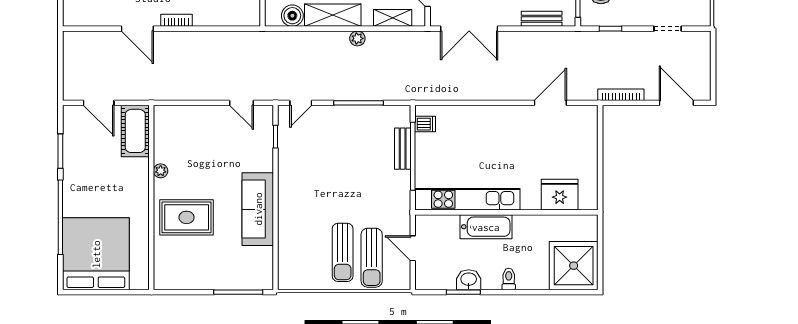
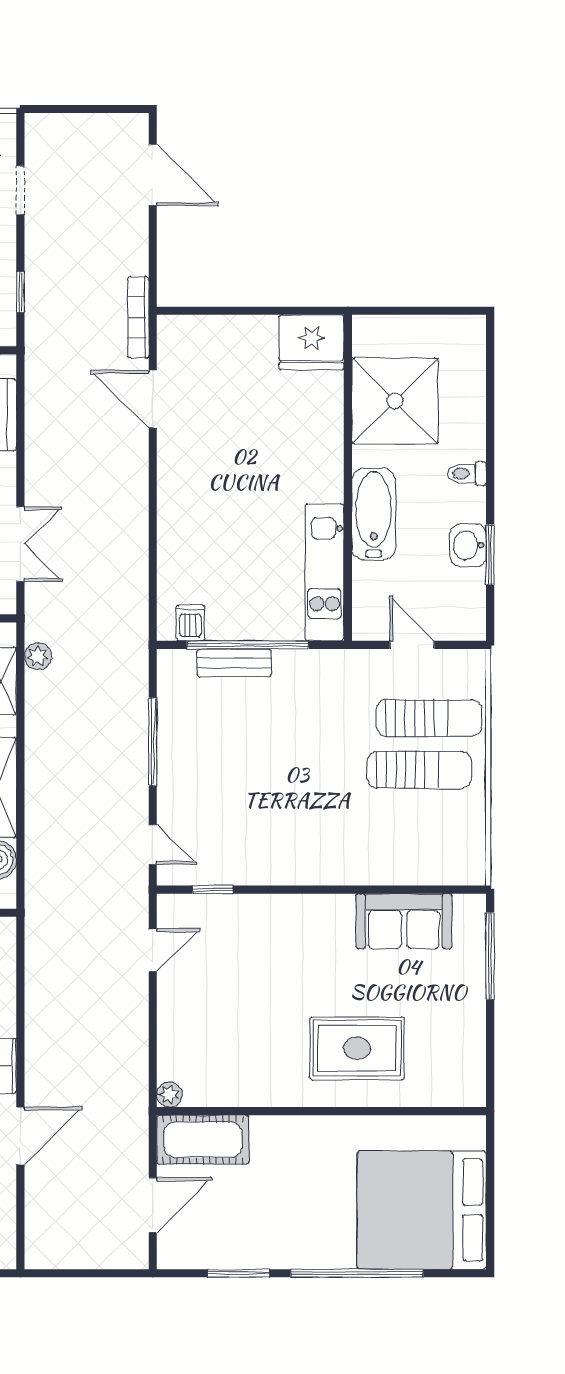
double door: (469, 29) -> (20, 544), width x0.73
plant: (357, 38) -> (38, 656), moved
bookcase: (621, 95) -> (138, 318), moved
door: (676, 103) -> (153, 175), swing flipped
plant: (161, 171) -> (169, 1095), moved
fridge: (560, 195) -> (311, 342), moved, turned -90
kitchen unit: (467, 199) -> (325, 572), width x0.73
sofa: (258, 209) -> (404, 921), moved, width x0.73
rug: (187, 217) -> (357, 1048), turned 90
door: (413, 248) -> (412, 645), swing flipped
shower: (574, 266) -> (395, 401), moved

